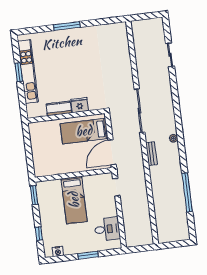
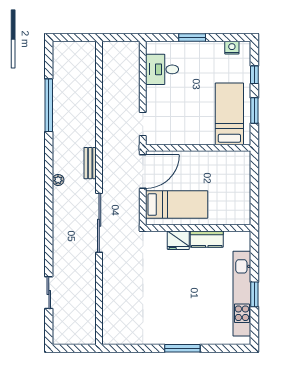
window: (34, 195) -> (254, 110), moved
bed: (74, 200) -> (229, 114), moved

